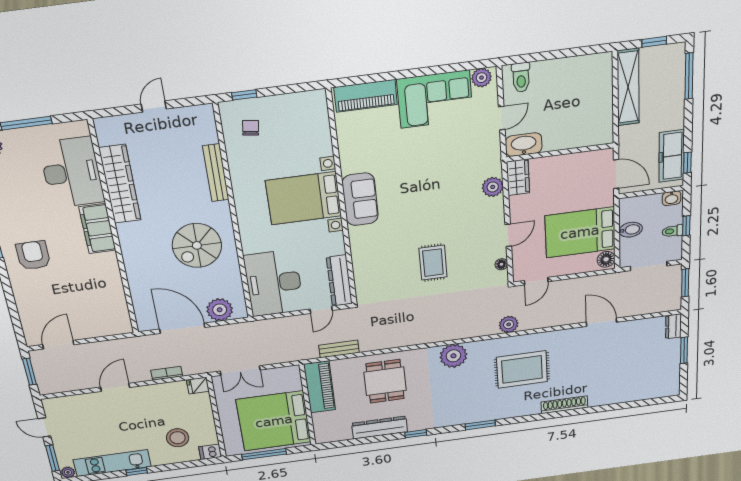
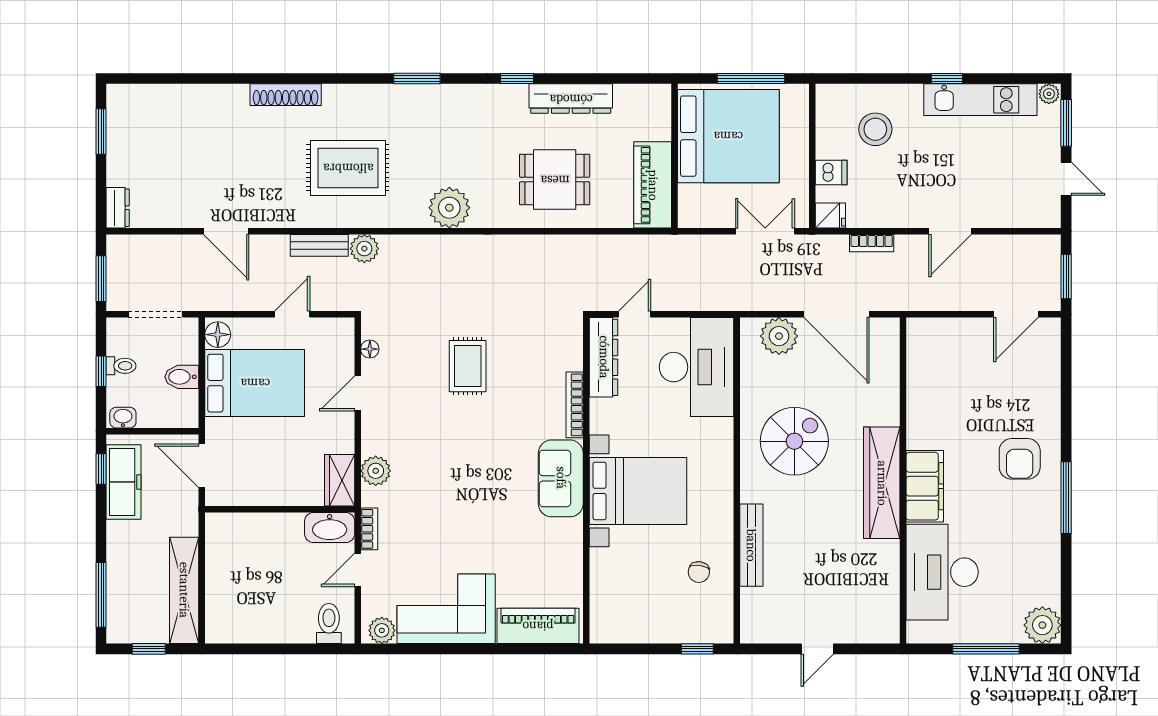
chair: (251, 128) -> (699, 572), moved
bookcase: (495, 147) -> (369, 529), added
wardrobe: (120, 184) -> (882, 483), moved
bookcase: (356, 248) -> (575, 405), added
door: (536, 281) -> (292, 314), moved
bench: (339, 349) -> (319, 245), moved
window: (684, 350) -> (101, 132), moved
dining table: (385, 381) -> (555, 180), turned 90
dishwasher: (210, 452) -> (831, 172), moved

